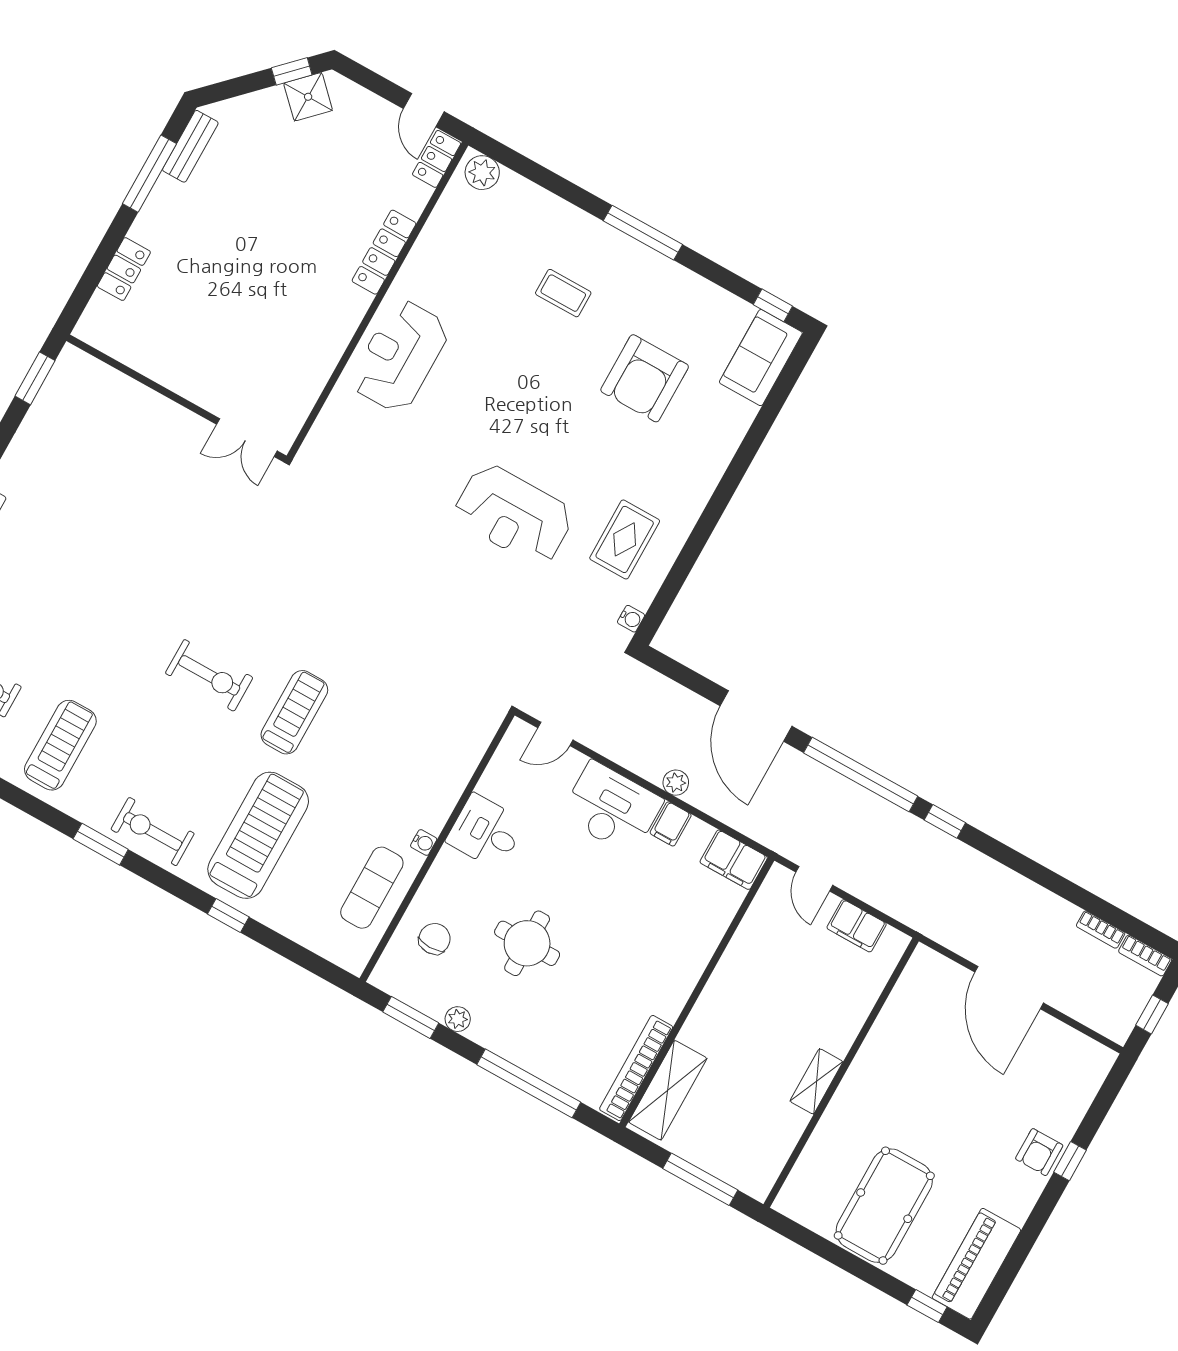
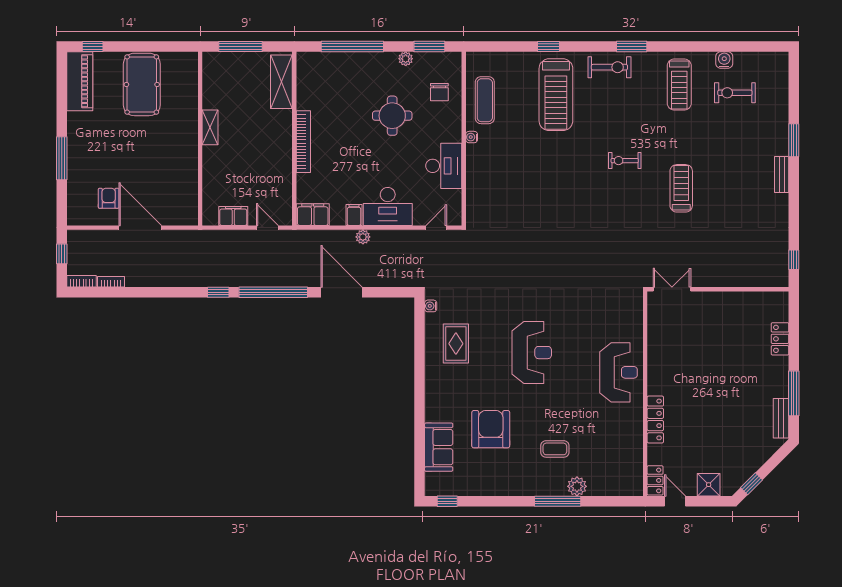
shower: (308, 97) -> (709, 485), moved, turned 45
plant: (482, 173) -> (577, 486), moved
window: (643, 233) -> (558, 501), moved
sofa: (761, 358) -> (439, 447), moved
window: (35, 378) -> (794, 260), width x0.67
reception desk: (514, 515) -> (532, 353), moved, turned 90
exercise bike: (209, 675) -> (625, 161), width x0.73, depth x0.72
treadmill: (294, 712) -> (681, 188), moved, turned 180
desk: (486, 832) -> (444, 166), width x1.37
bookcase: (636, 1068) -> (303, 142), moved
armchair: (1039, 1152) -> (109, 198), moved
window: (1070, 1161) -> (62, 158), width x2.17

